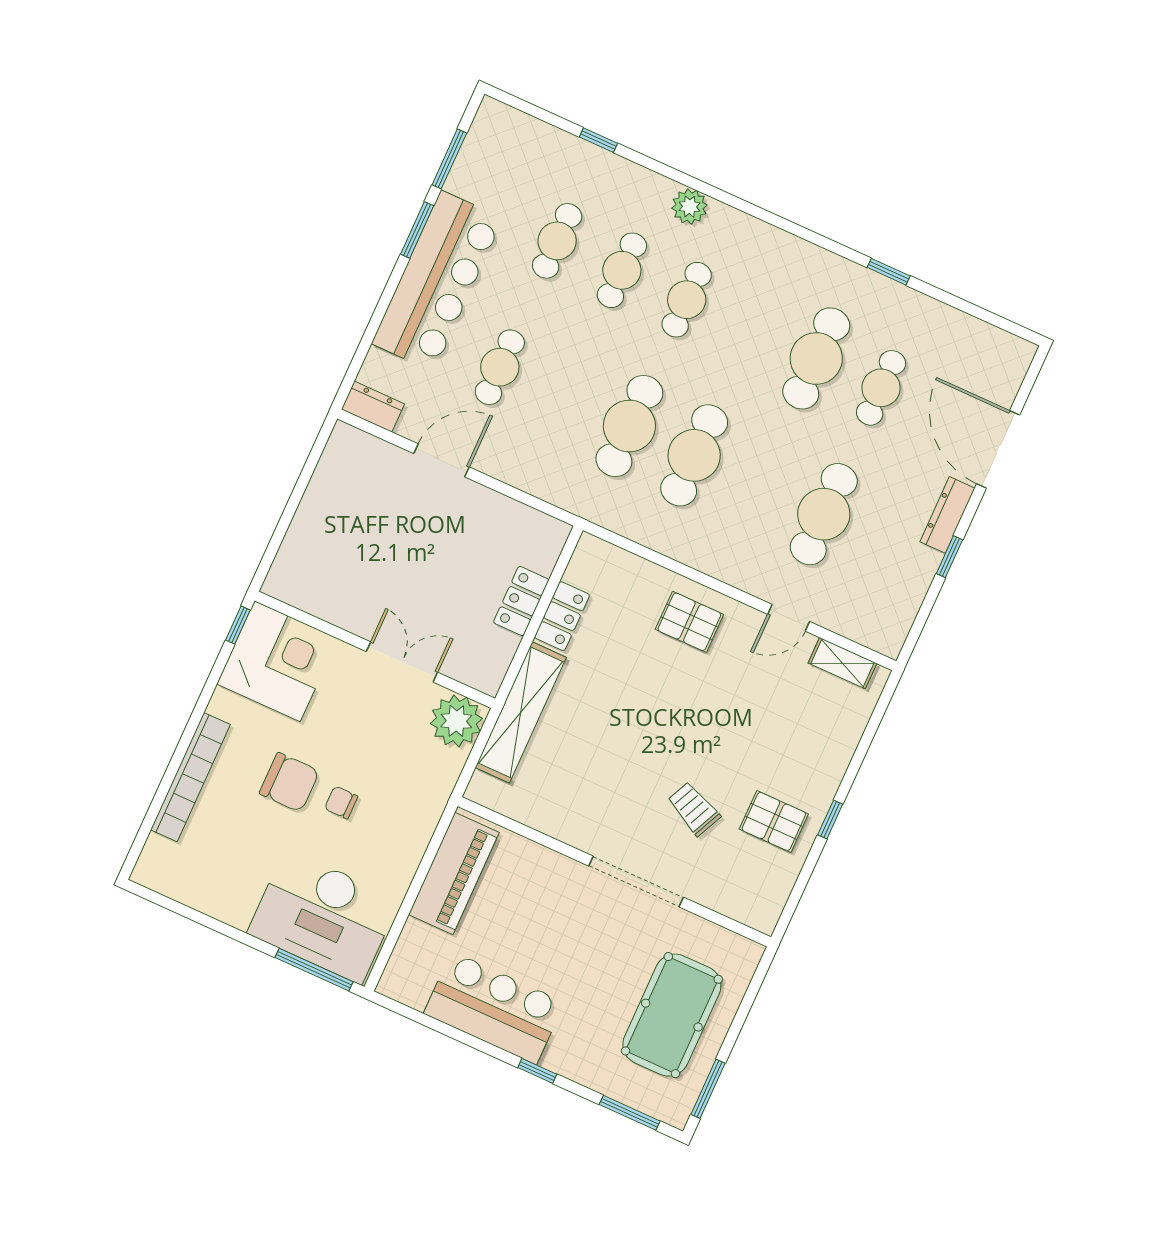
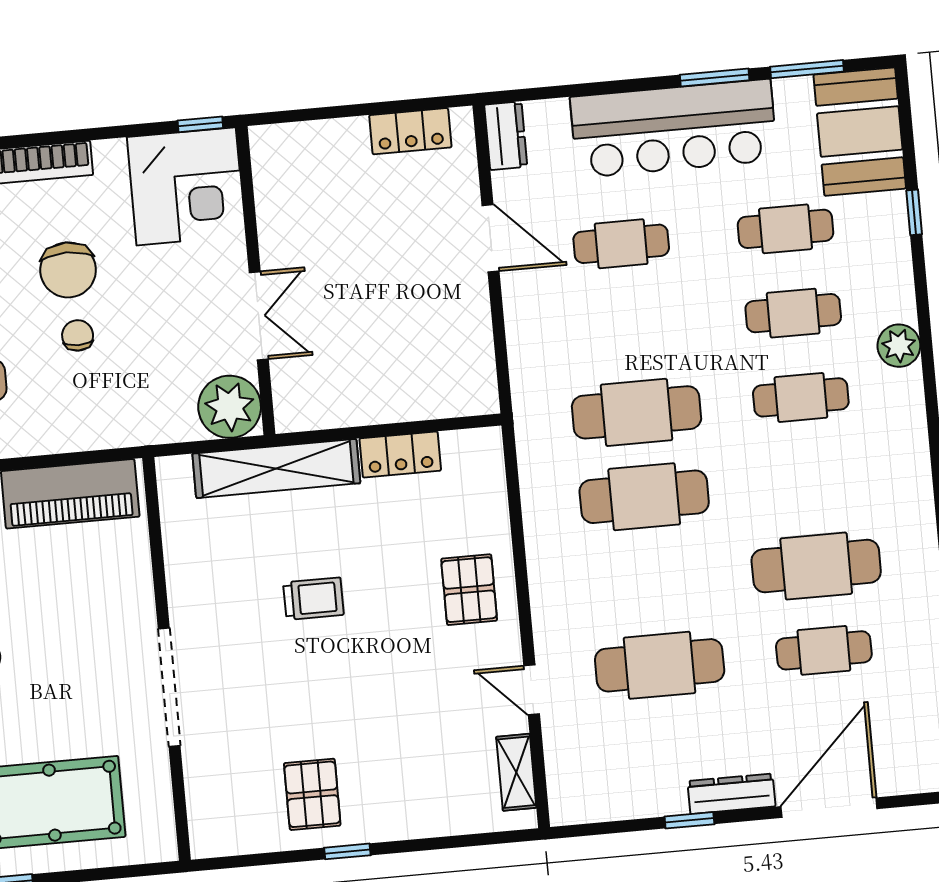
booth: (517, 146) -> (860, 132), added
locker: (521, 601) -> (410, 131), moved, turned 180
trolley: (694, 809) -> (313, 599), moved, turned 65

